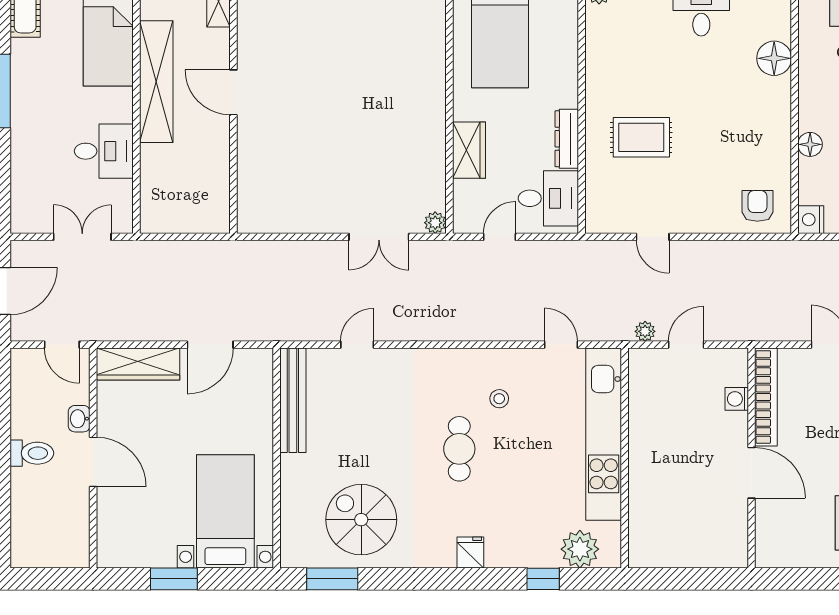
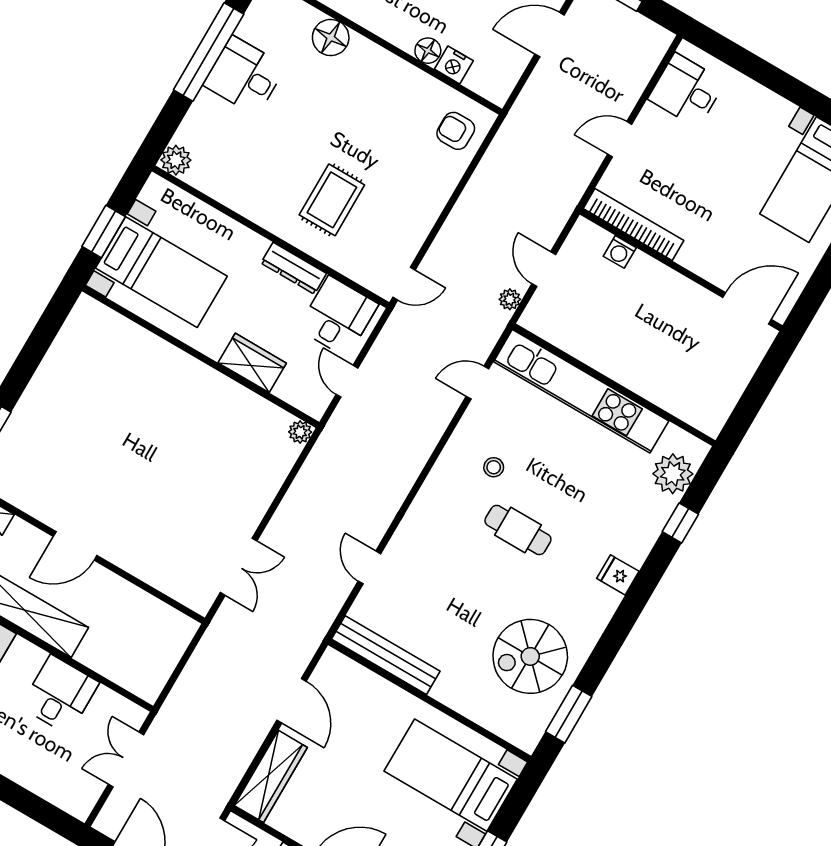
nightstand: (811, 220) -> (454, 65), moved
double door: (379, 237) -> (239, 567), moved
door: (653, 237) -> (404, 284), moved
door: (752, 473) -> (747, 308), moved

